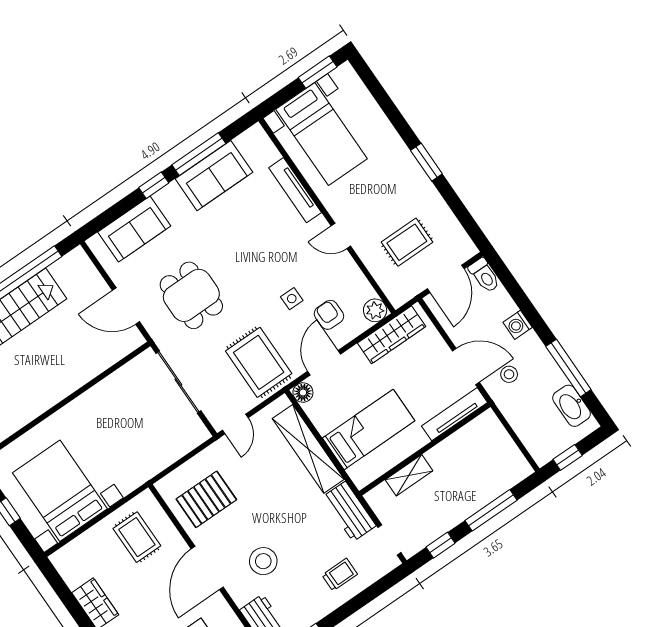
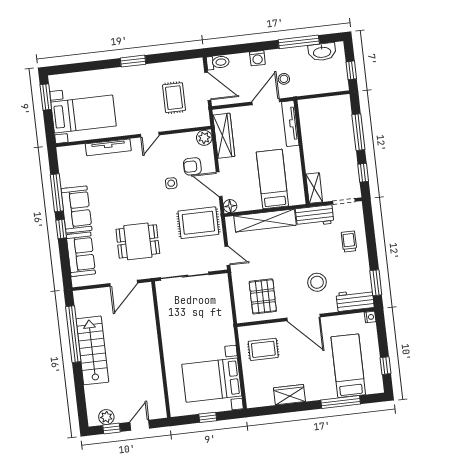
sofa: (214, 176) -> (76, 210), moved
shelving: (409, 475) -> (314, 188), moved

